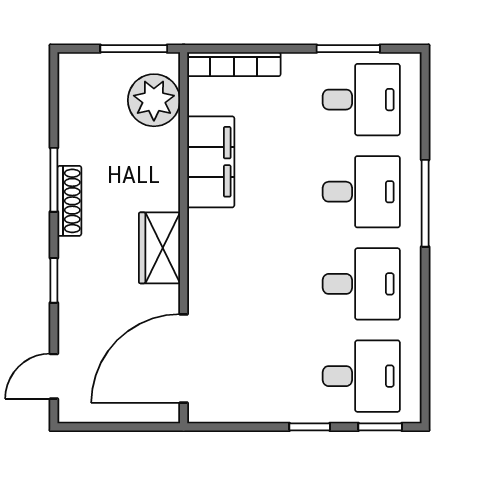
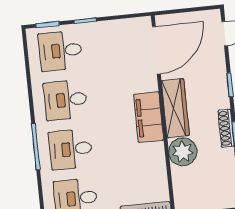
plant: (154, 100) -> (183, 152), moved
filing cabinet: (211, 162) -> (149, 117), moved
wardrobe: (159, 248) -> (175, 108), width x1.50

